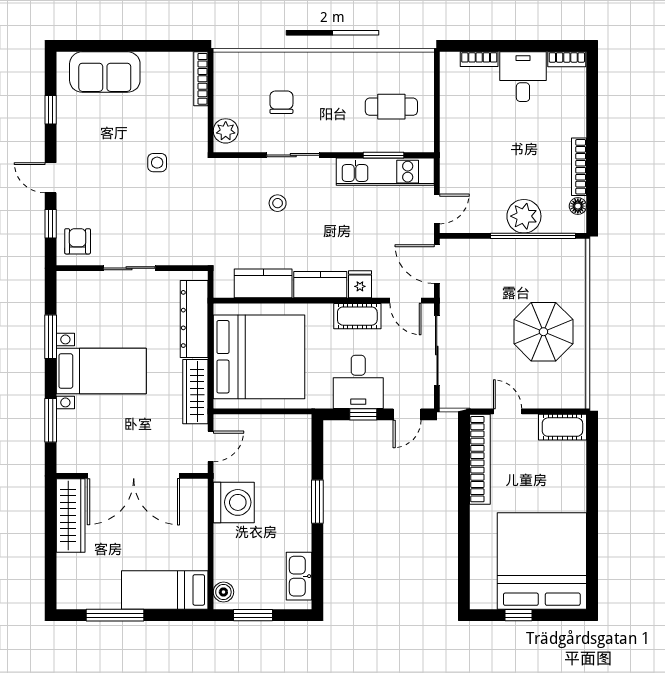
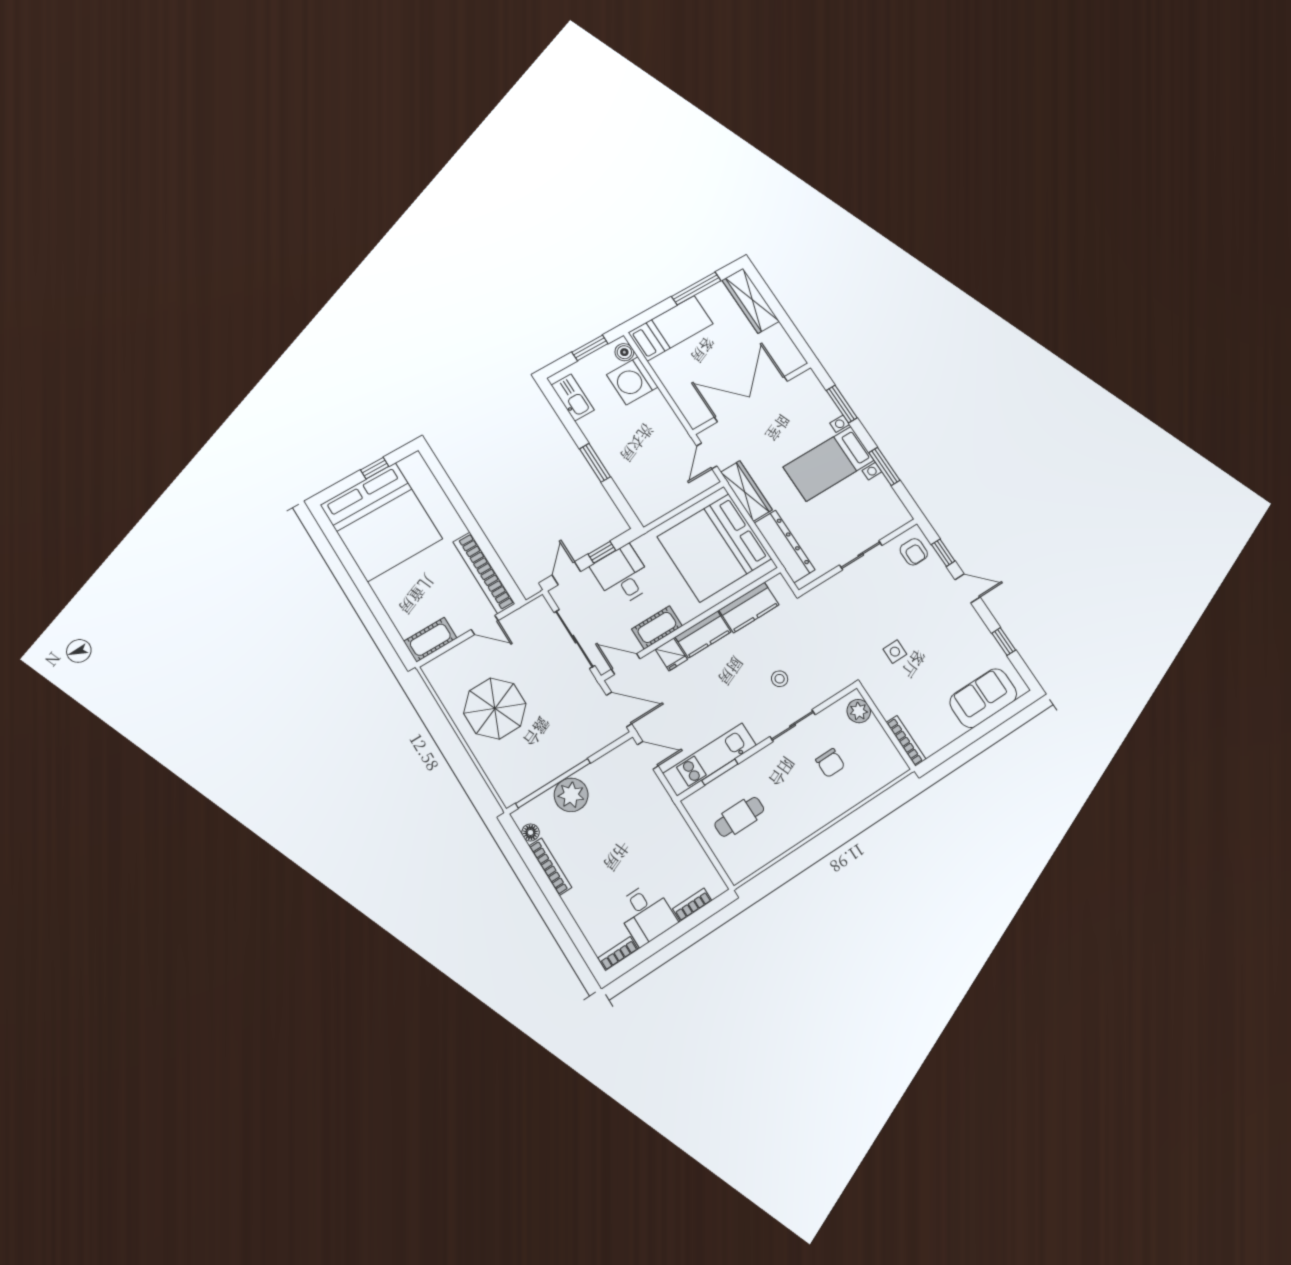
door: (437, 209) -> (648, 755), swing flipped
washing machine: (234, 502) -> (632, 381), moved
wardrobe: (71, 515) -> (751, 301), moved

